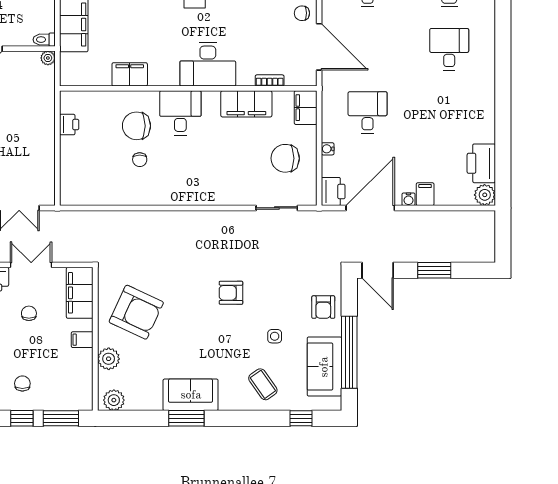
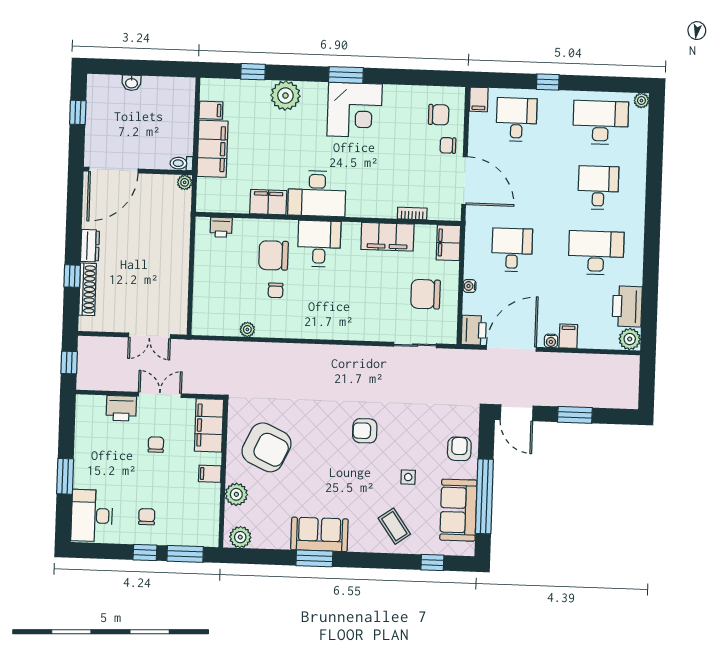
desk: (208, 64) -> (317, 194), moved
desk: (449, 112) -> (596, 253), added
printer: (69, 125) -> (221, 227), moved, turned 90
plant: (114, 199) -> (247, 329), added
armchair: (323, 307) -> (459, 449), turned 180

